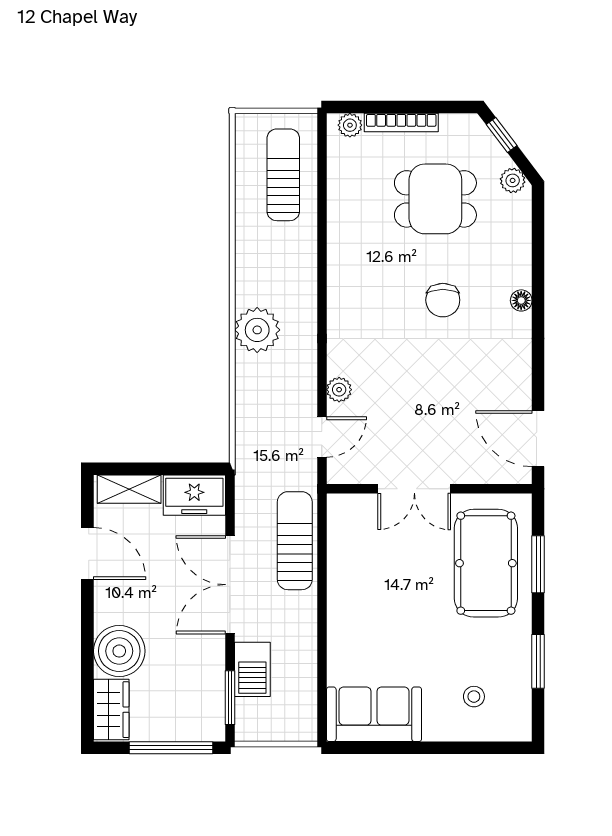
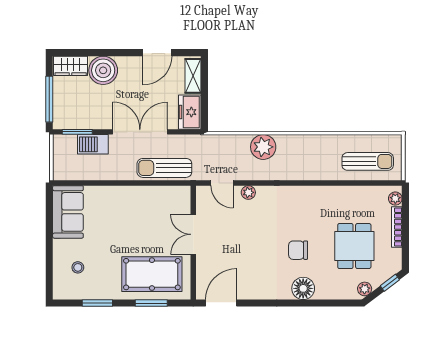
floor lamp: (521, 300) -> (303, 288), width x1.89, depth x1.89
plant: (257, 330) -> (263, 147), moved
sun lounger: (295, 541) -> (164, 168), turned 180

